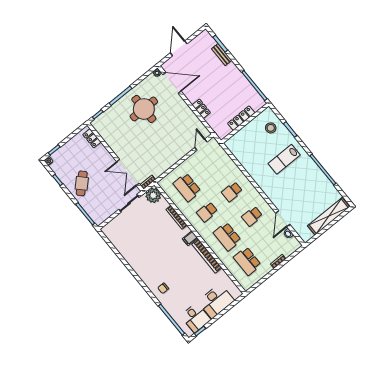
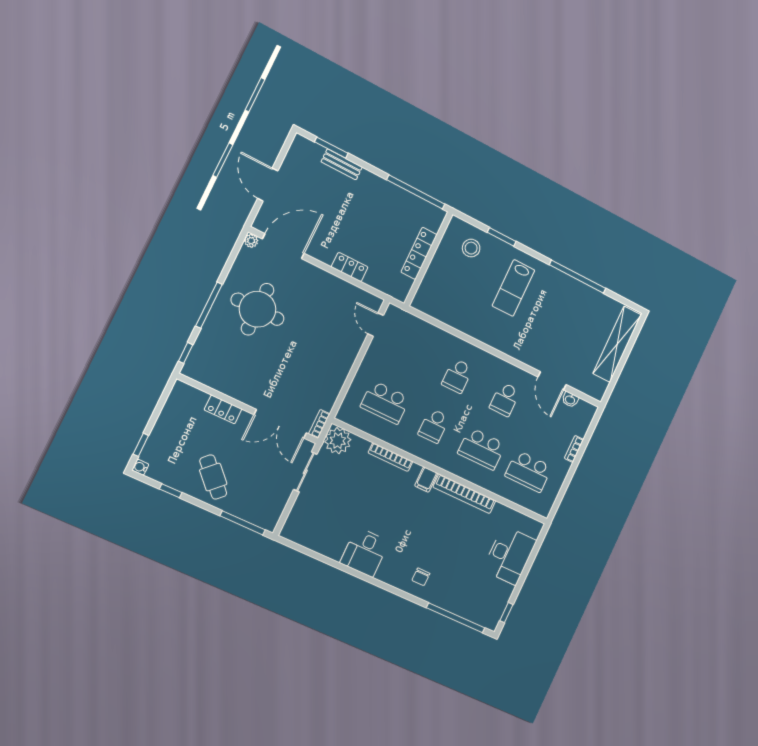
locker: (92, 138) -> (223, 409), moved
desk: (196, 318) -> (365, 552), moved, turned 90

